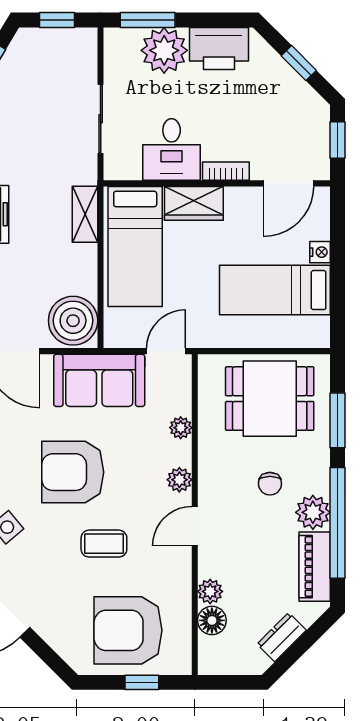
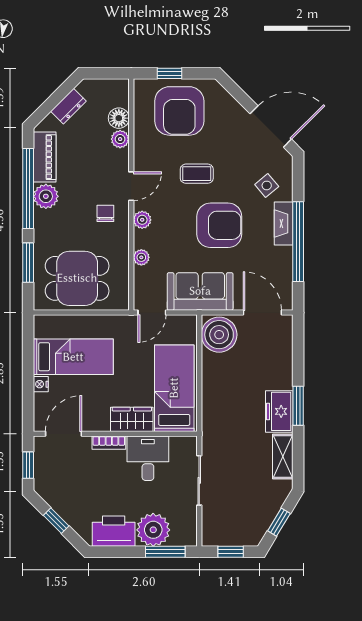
shelving: (85, 214) -> (210, 411), removed
chair: (270, 484) -> (105, 213), moved
armchair: (128, 630) -> (179, 111), turned 90

